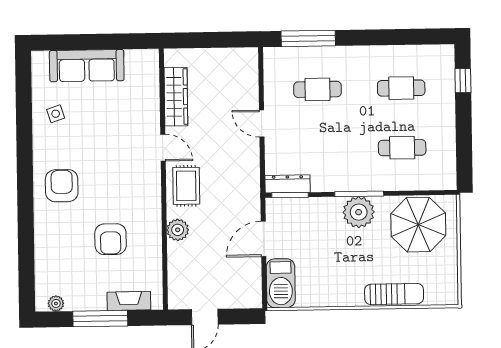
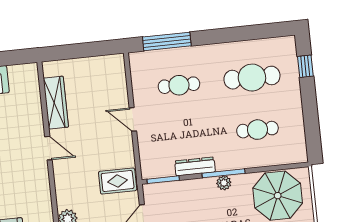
cafe table: (401, 88) -> (252, 78), width x1.37, depth x1.35
dresser: (288, 184) -> (195, 166), moved
rug: (186, 186) -> (118, 181), moved, turned 90
plant: (359, 212) -> (224, 183), width x0.53, depth x0.53

